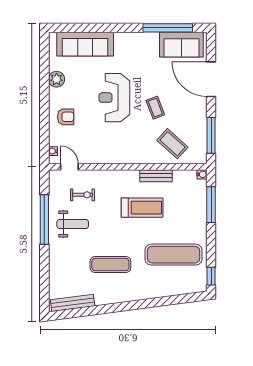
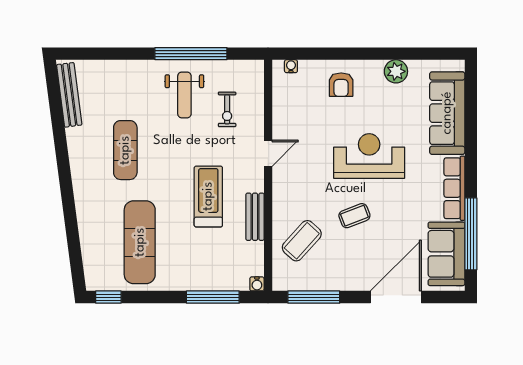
row of seats: (137, 39) -> (454, 188), added
door: (69, 167) -> (268, 153), moved
treadmill: (142, 208) -> (208, 196), turned 180

